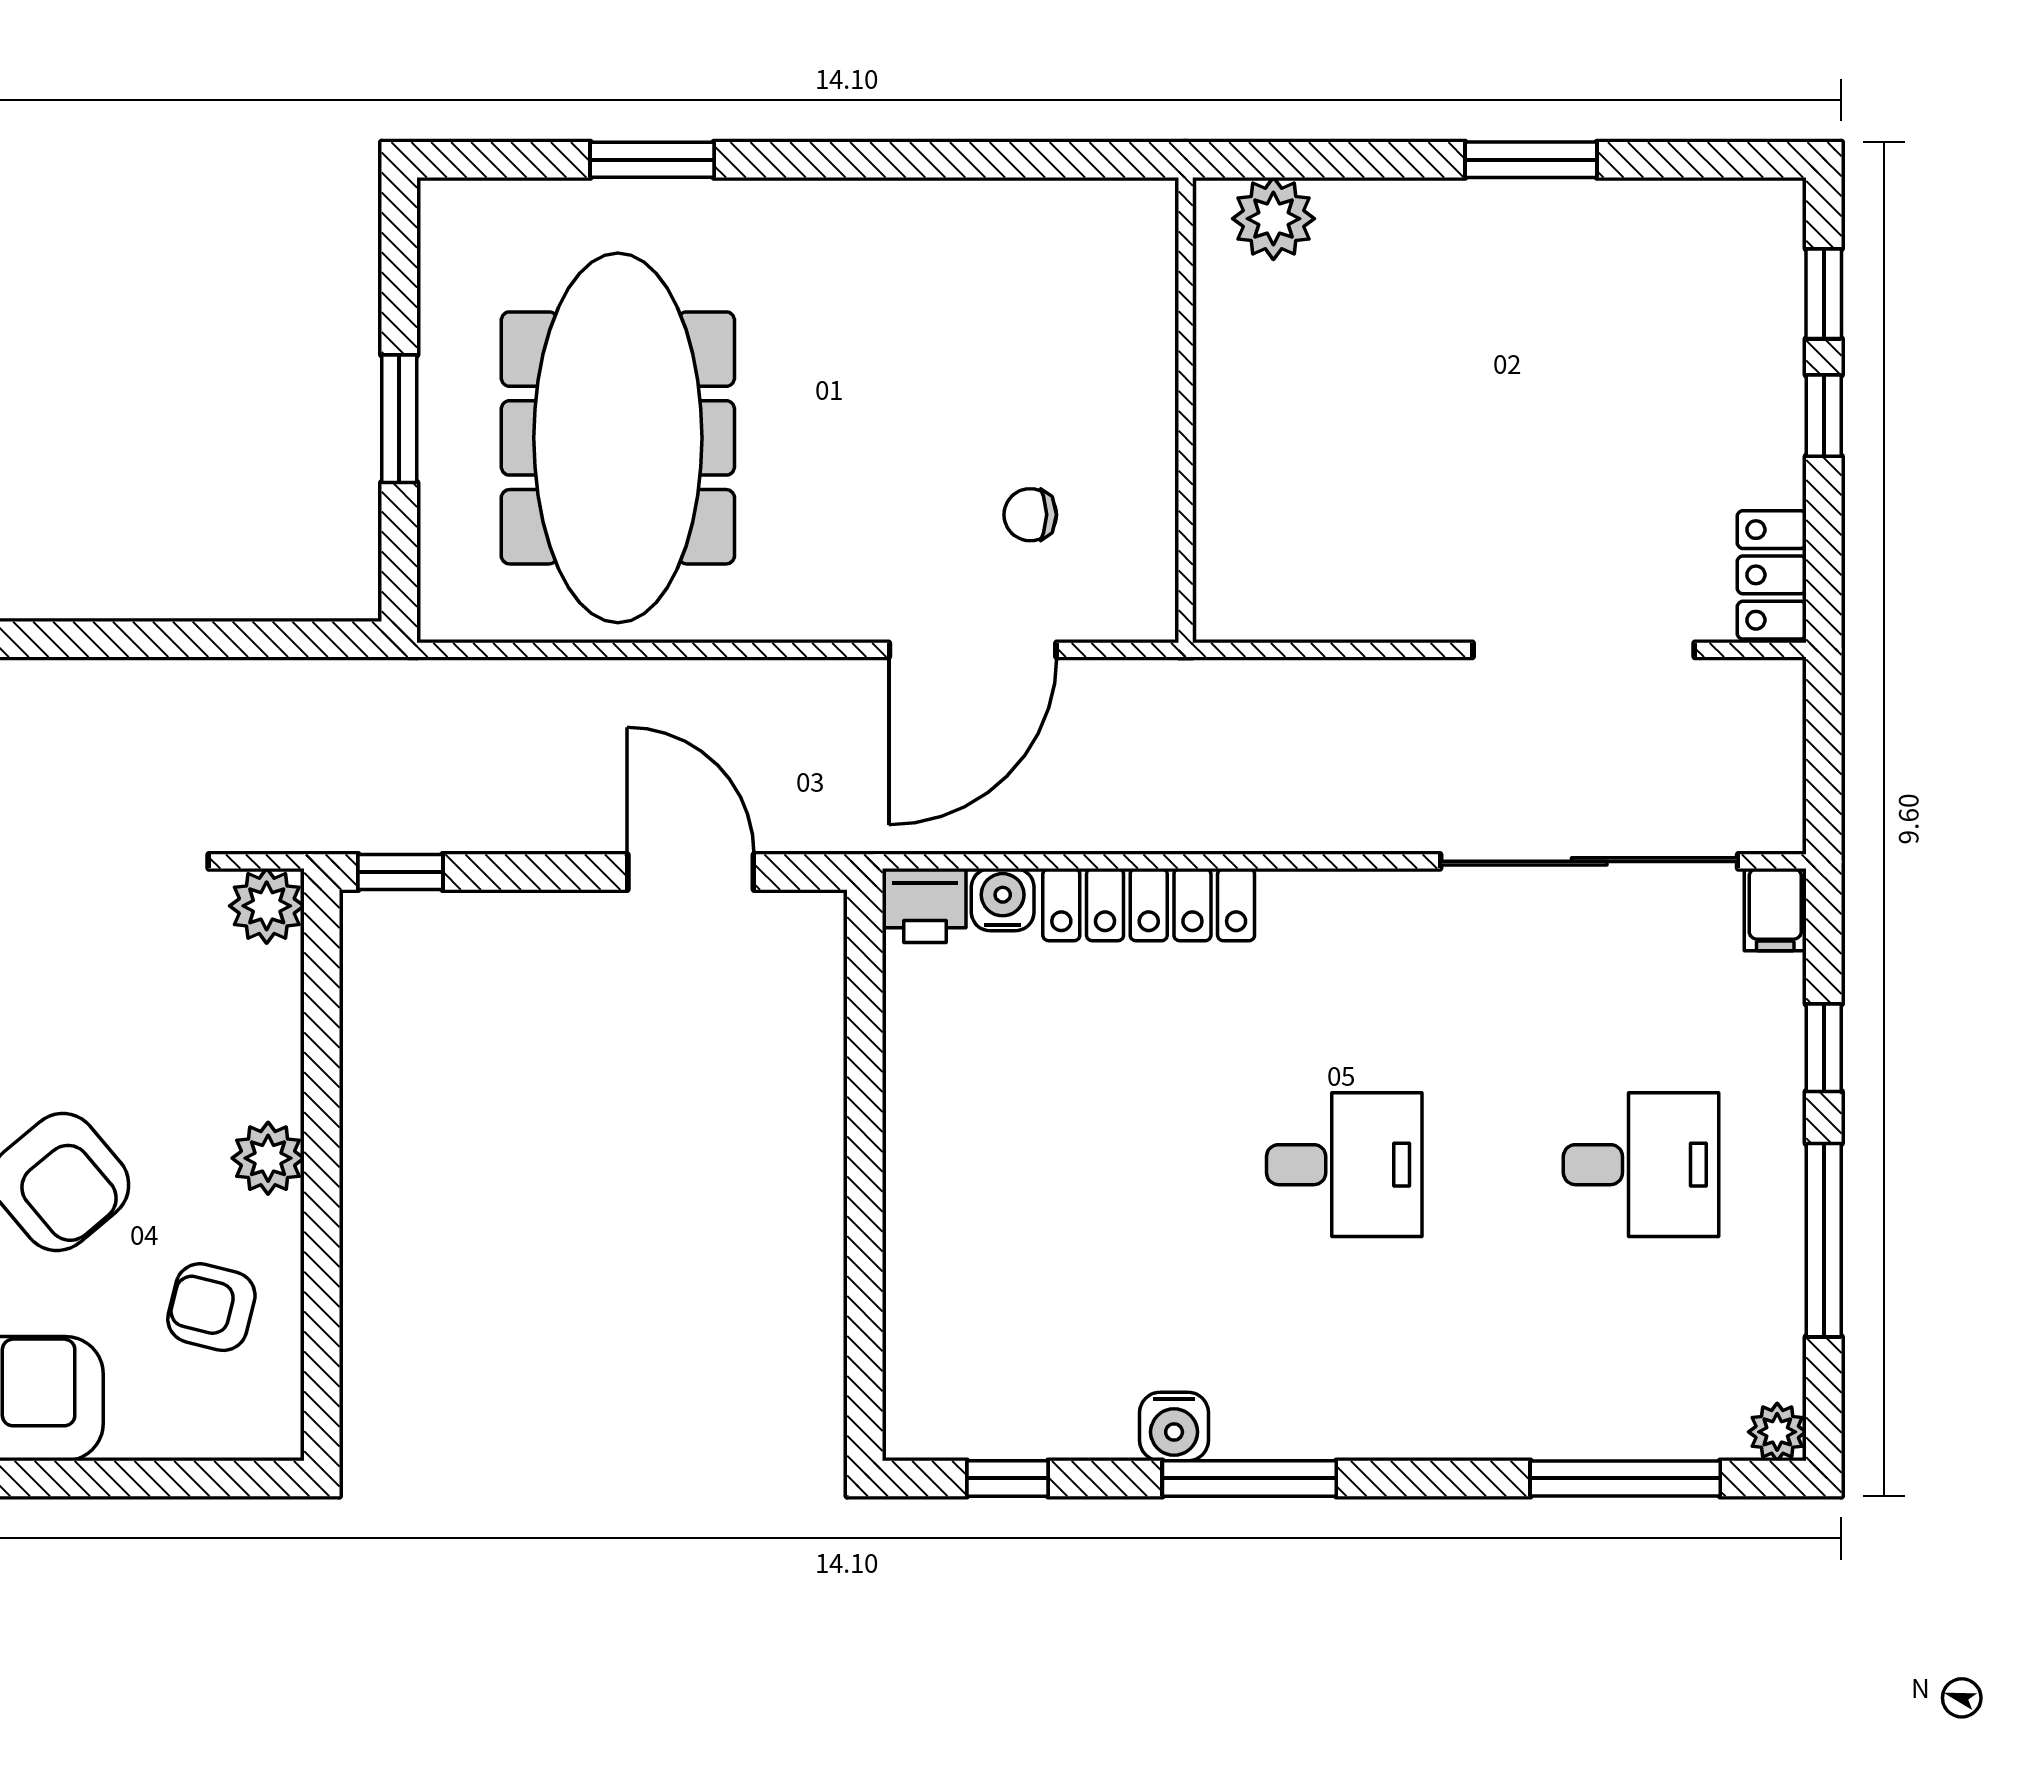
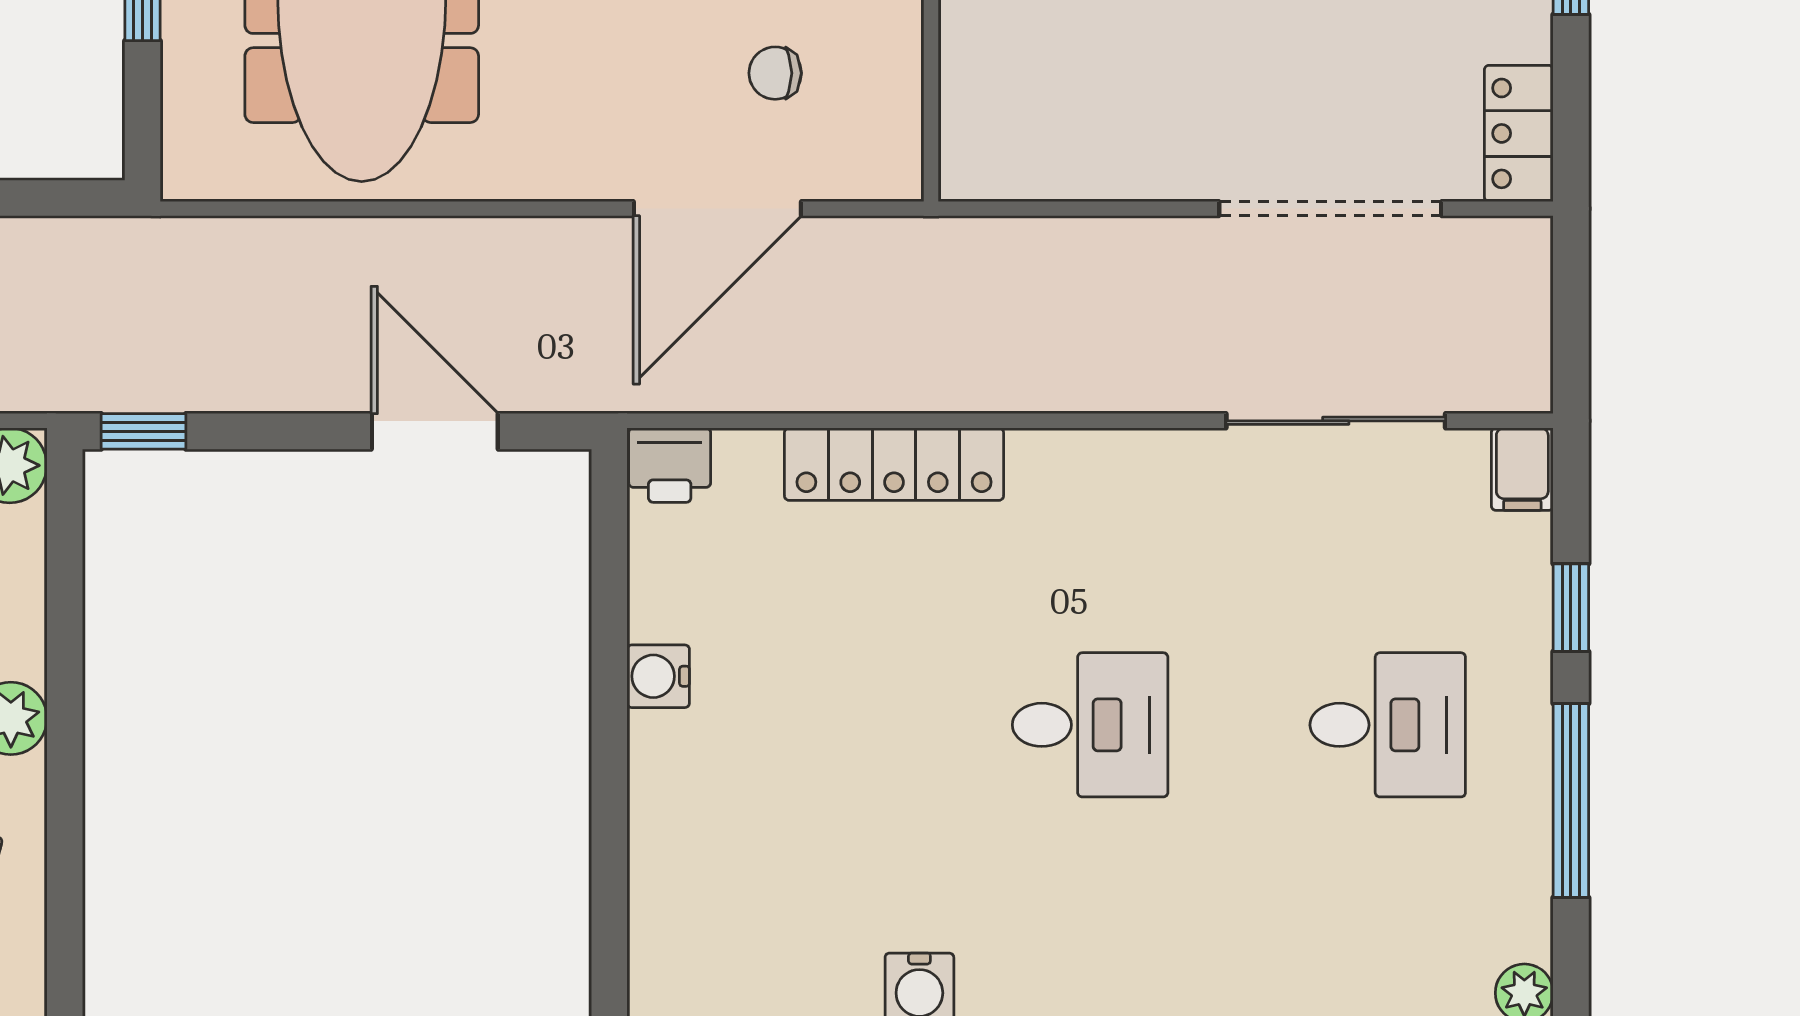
sliding door: (1589, 861) -> (1336, 421), width x0.73
water cooler: (1003, 900) -> (658, 676), moved, turned -90

